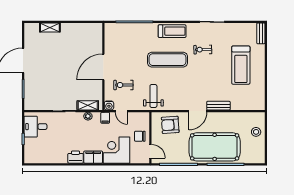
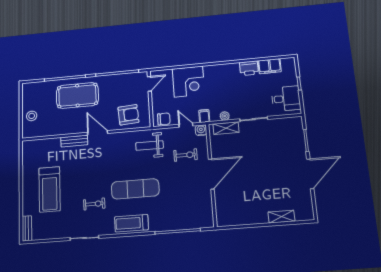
treadmill: (241, 65) -> (50, 189), turned 180
weight bench: (153, 96) -> (150, 145), turned 90
door: (198, 111) -> (98, 133), hinge flipped
chair: (140, 136) -> (164, 119), moved
pool table: (215, 147) -> (77, 95), width x0.73, depth x0.76
door: (150, 151) -> (149, 84), swing flipped
printer: (76, 157) -> (249, 68), moved
filing cabinet: (93, 157) -> (270, 66), moved

